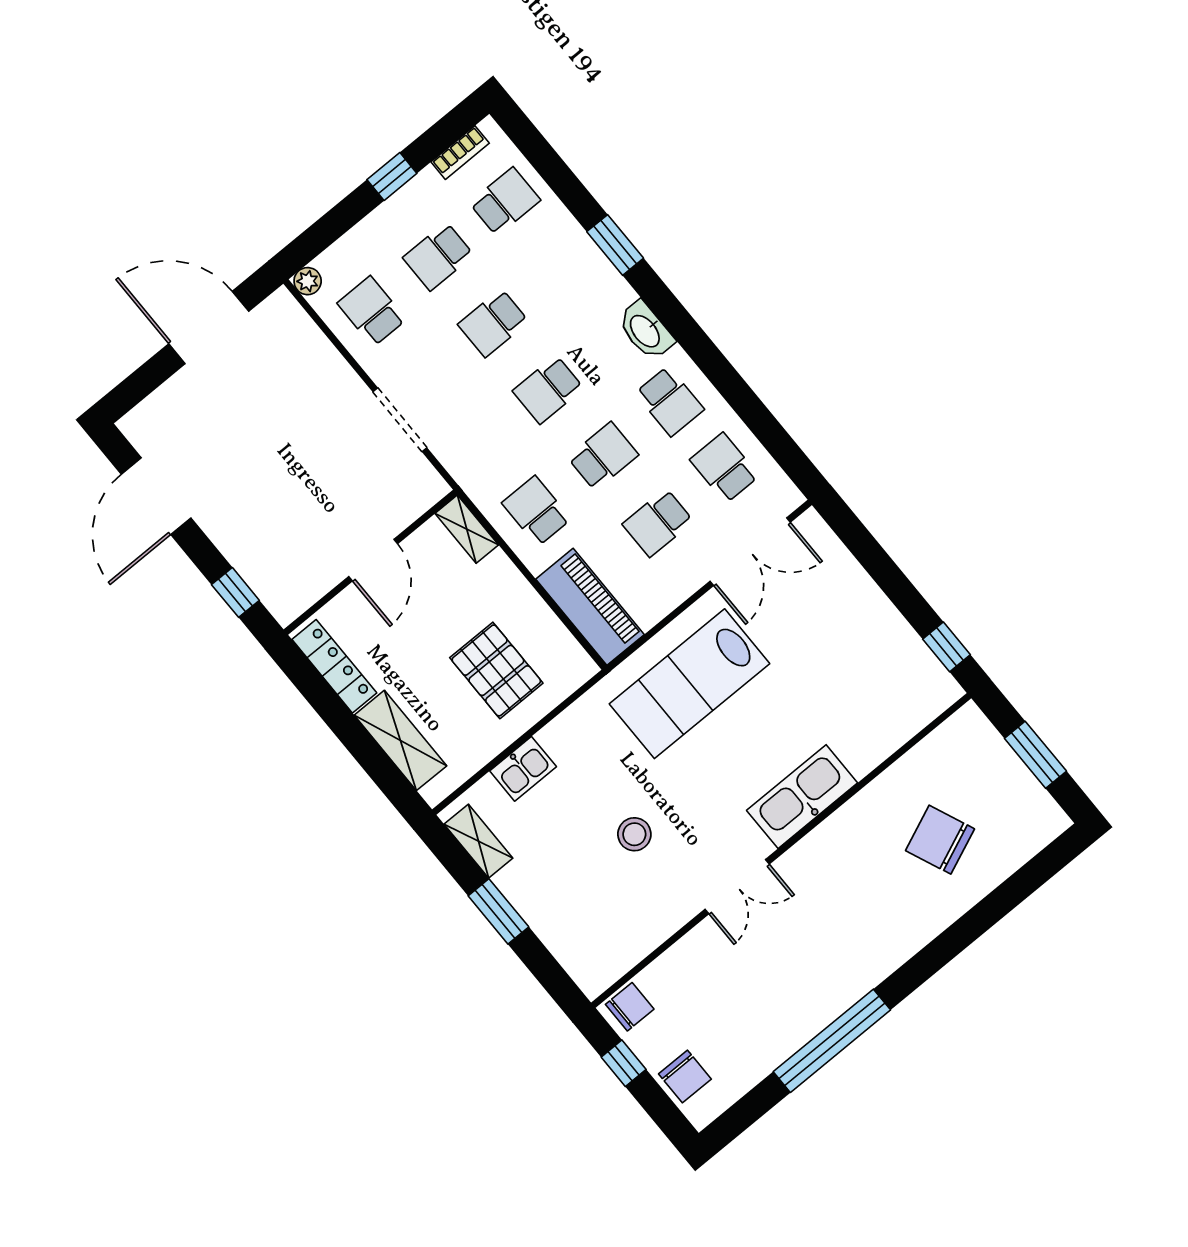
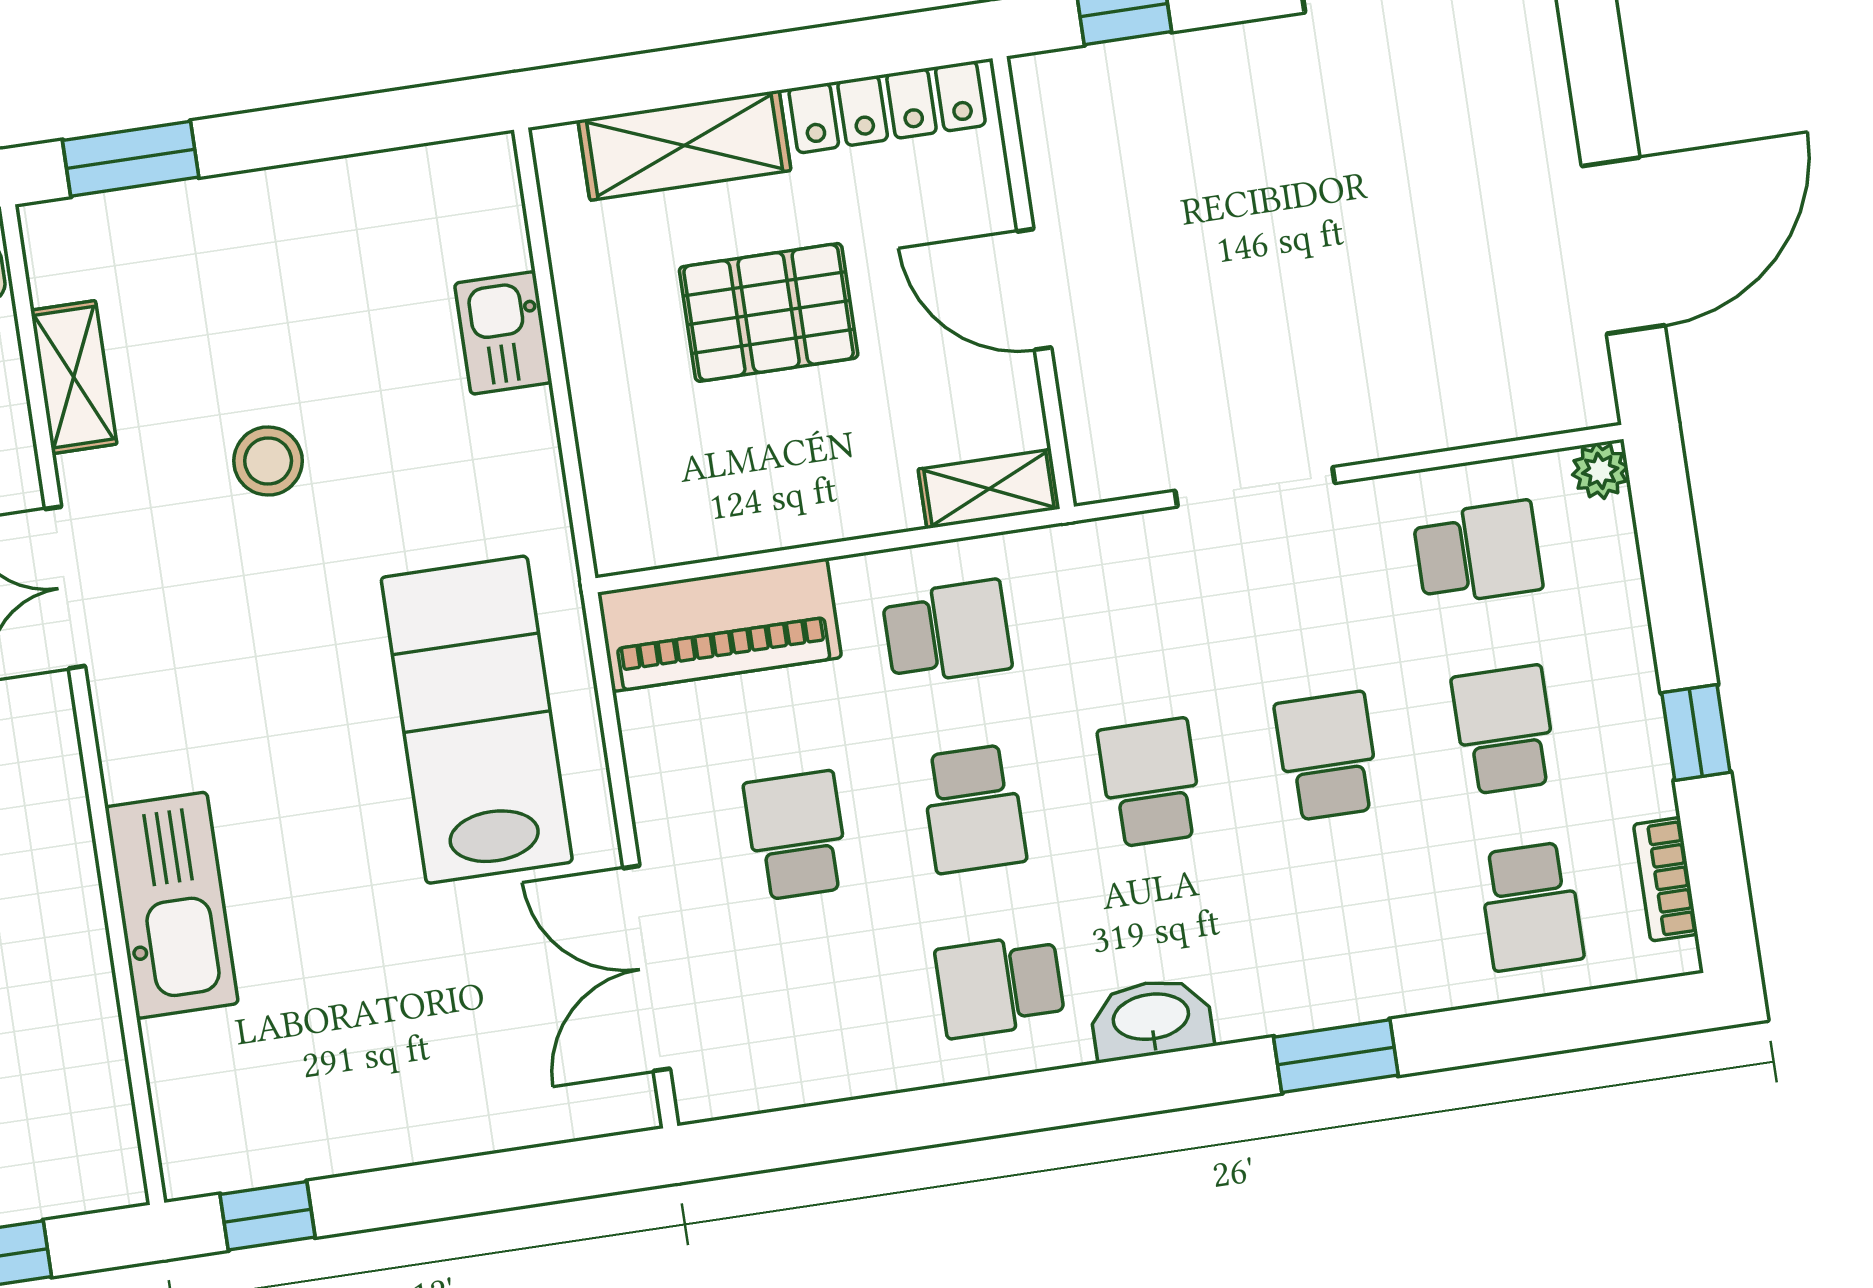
school desk: (724, 468) -> (823, 1012), removed
pallet: (496, 670) -> (769, 312), moved
kitchen sink: (802, 797) -> (172, 905), moved
shelving: (478, 841) -> (74, 377), moved, turned 90
window: (498, 911) -> (131, 159), moved

